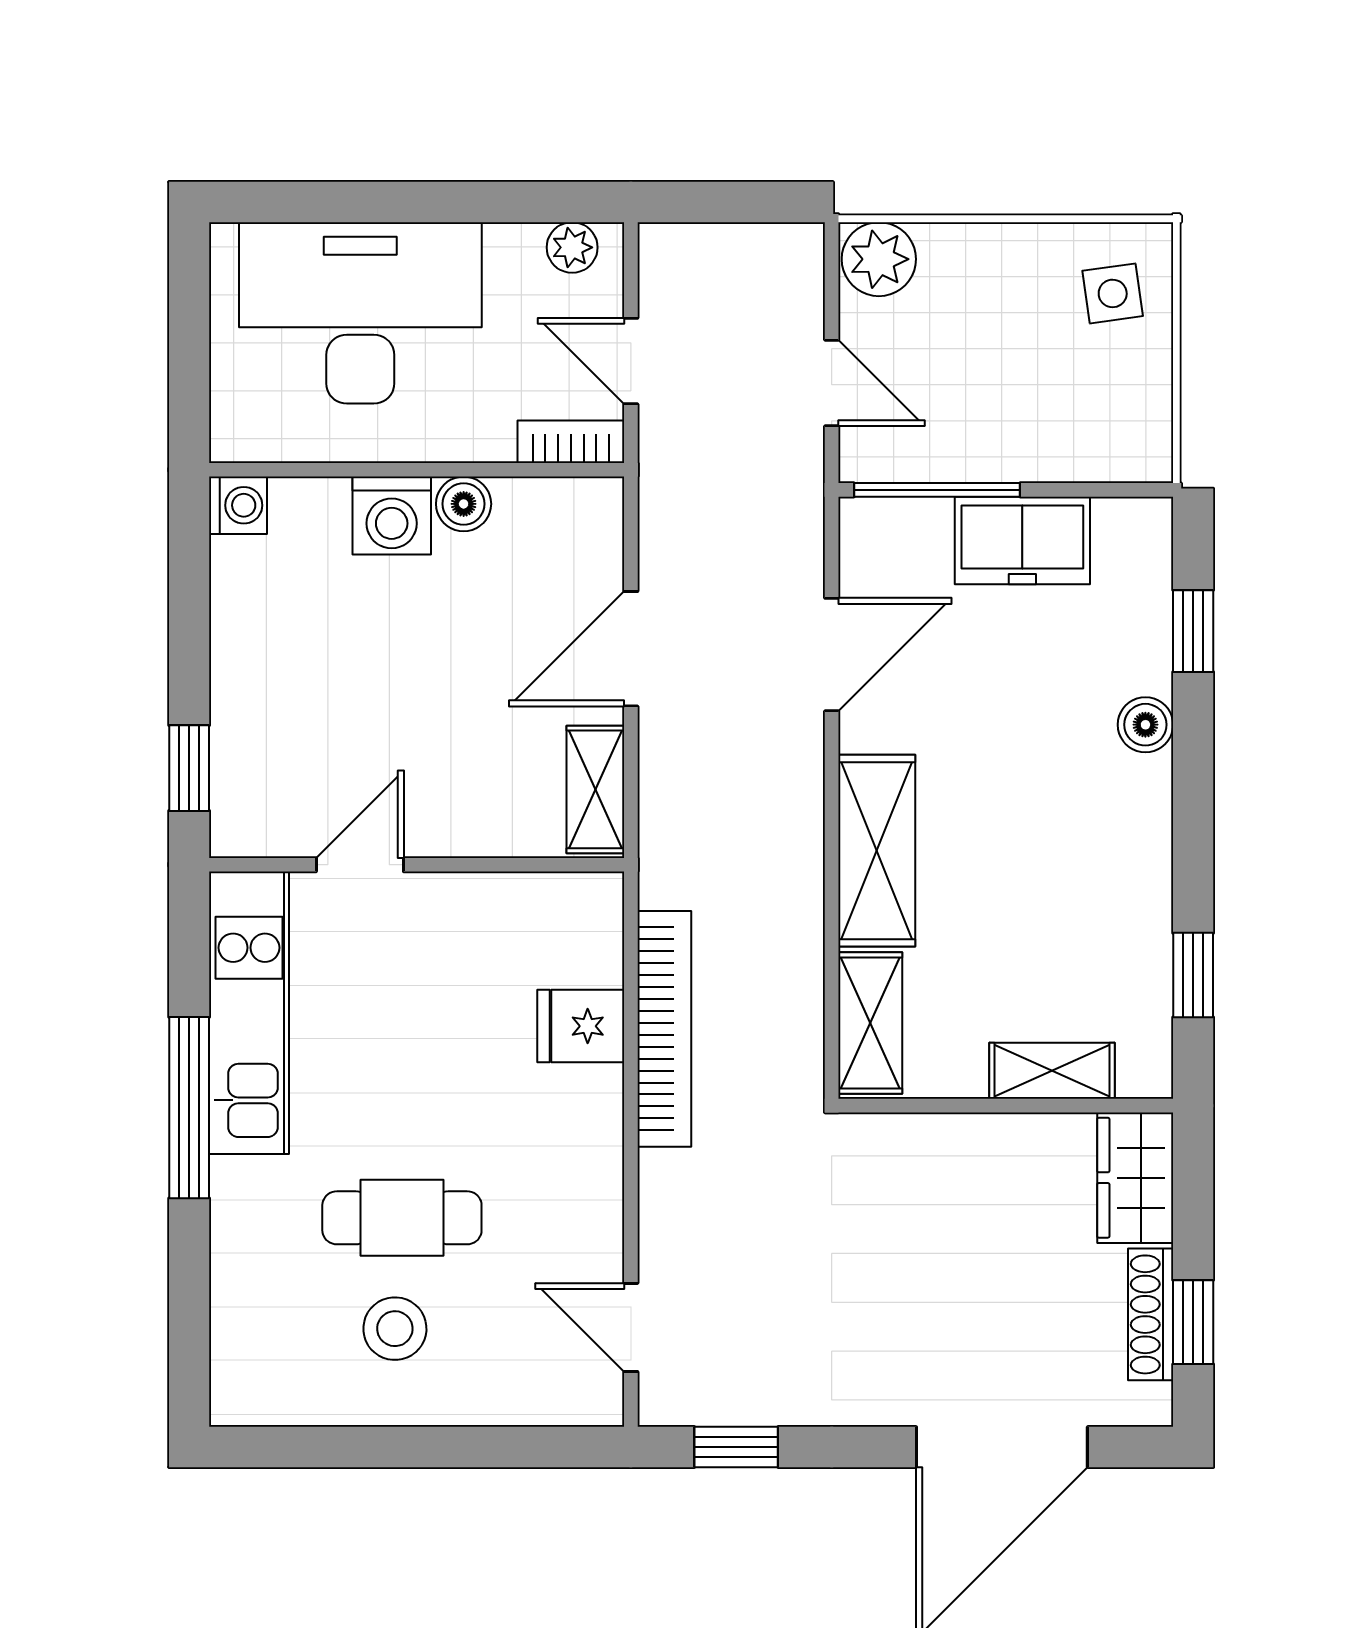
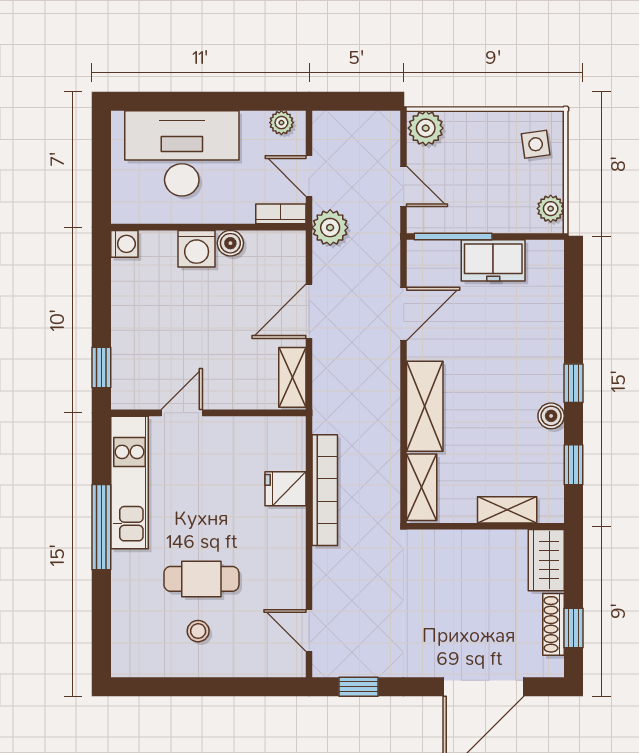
plant: (1144, 430) -> (551, 209), added
plant: (676, 471) -> (330, 228), added
window: (1193, 631) -> (573, 383), moved
boiler: (1145, 725) -> (551, 416), moved
stool: (395, 1329) -> (198, 631), width x0.73, depth x0.73

